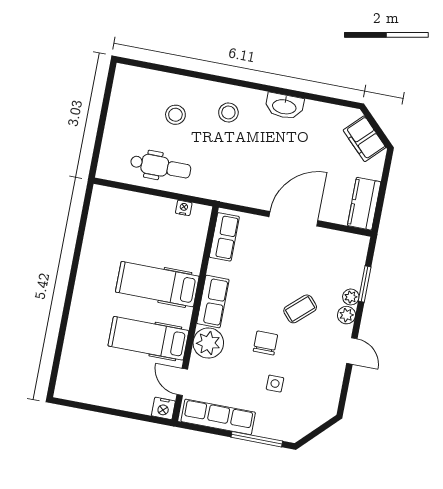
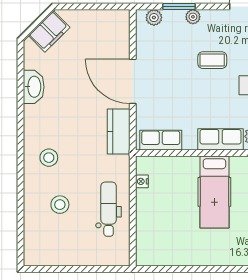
washbasin: (284, 106) -> (34, 87), moved
kitchen counter: (364, 204) -> (119, 132), moved, turned 90
coffee table: (300, 309) -> (212, 60), turned -48
plant: (346, 315) -> (154, 18), moved

